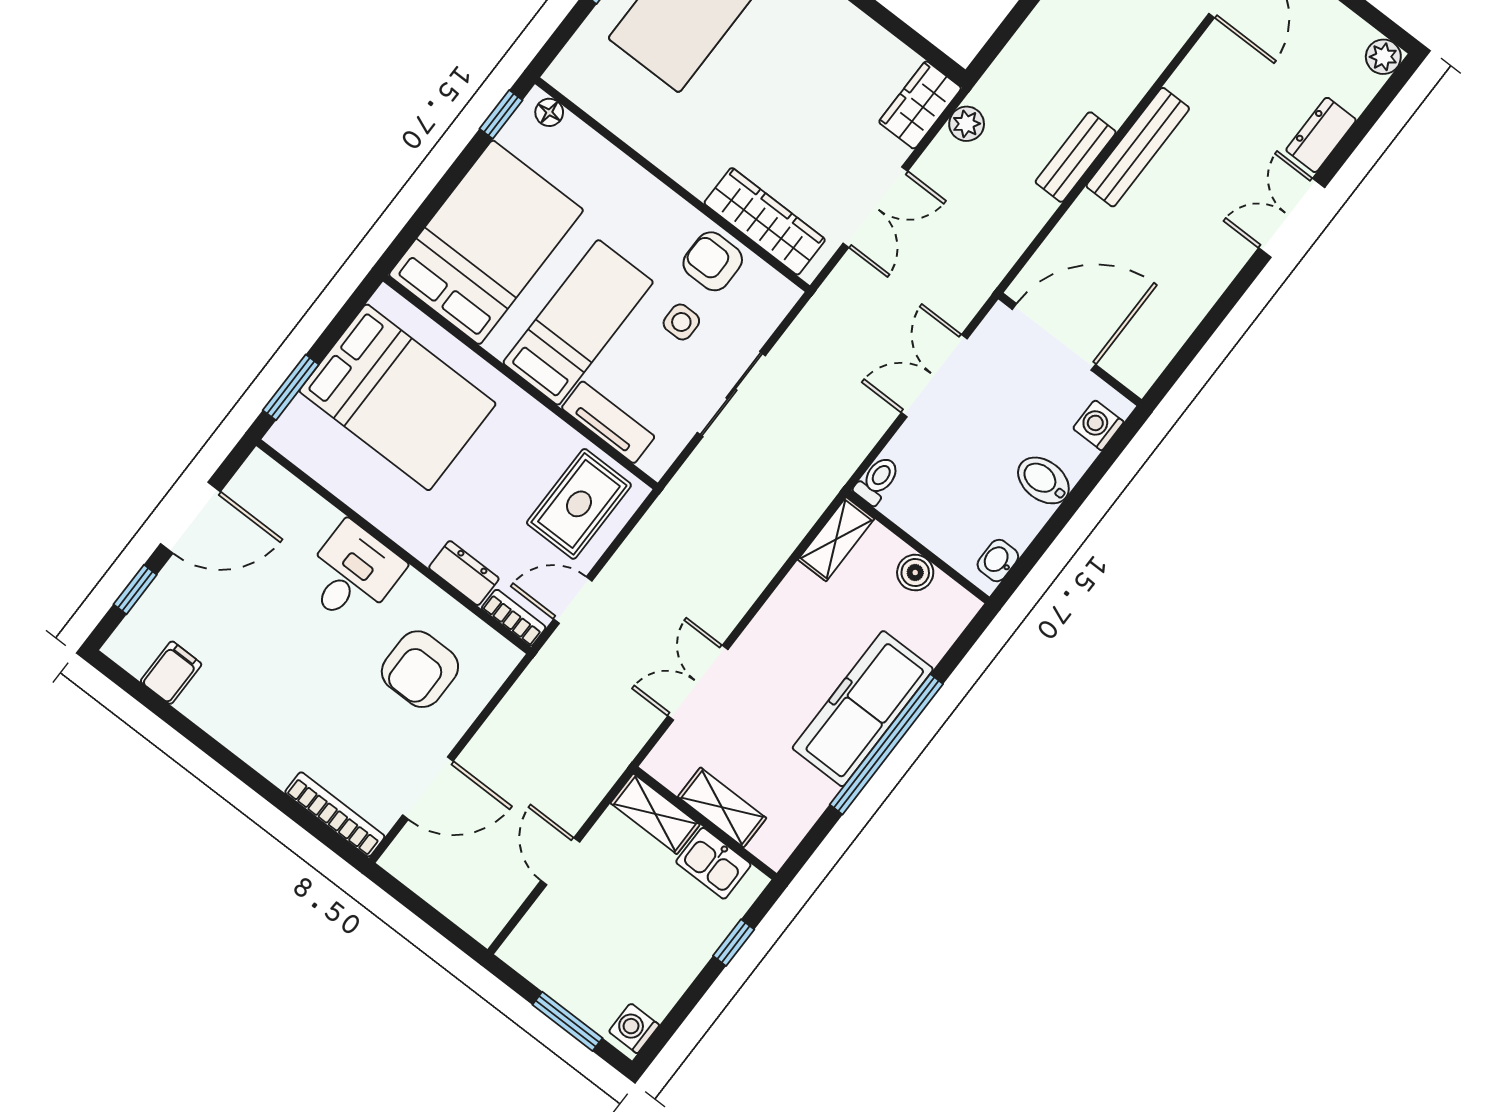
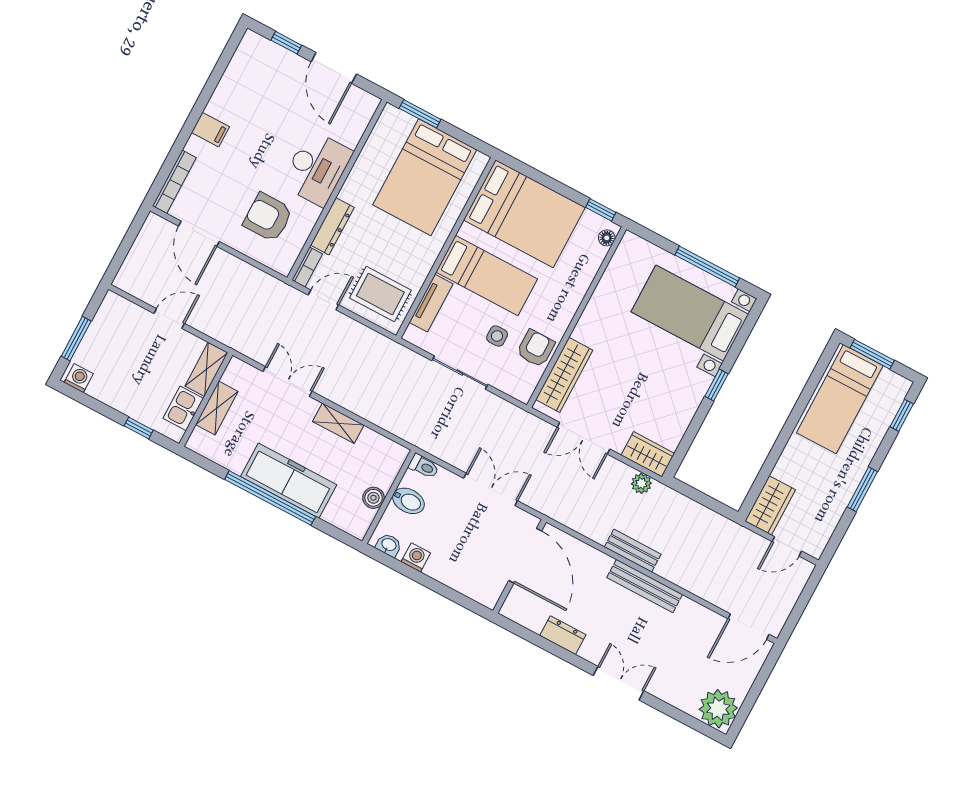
plant: (1383, 57) -> (718, 709), width x1.88, depth x1.88
dresser: (1321, 135) -> (563, 635), moved
washing machine: (1098, 425) -> (416, 557), moved
bidet: (1043, 480) -> (408, 501), moved, turned 90
shelving: (836, 539) -> (338, 423), moved
dresser: (464, 573) -> (332, 226), width x1.44
desk: (352, 574) -> (317, 168), width x1.37
door: (573, 600) -> (323, 300), hinge flipped
filing cabinet: (171, 673) -> (210, 130), moved

